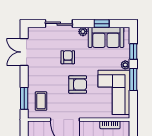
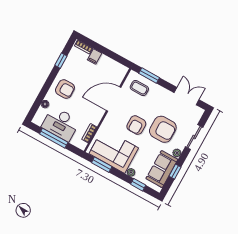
armchair: (68, 57) -> (163, 129), width x1.88, depth x1.88
window: (133, 80) -> (102, 165), moved

